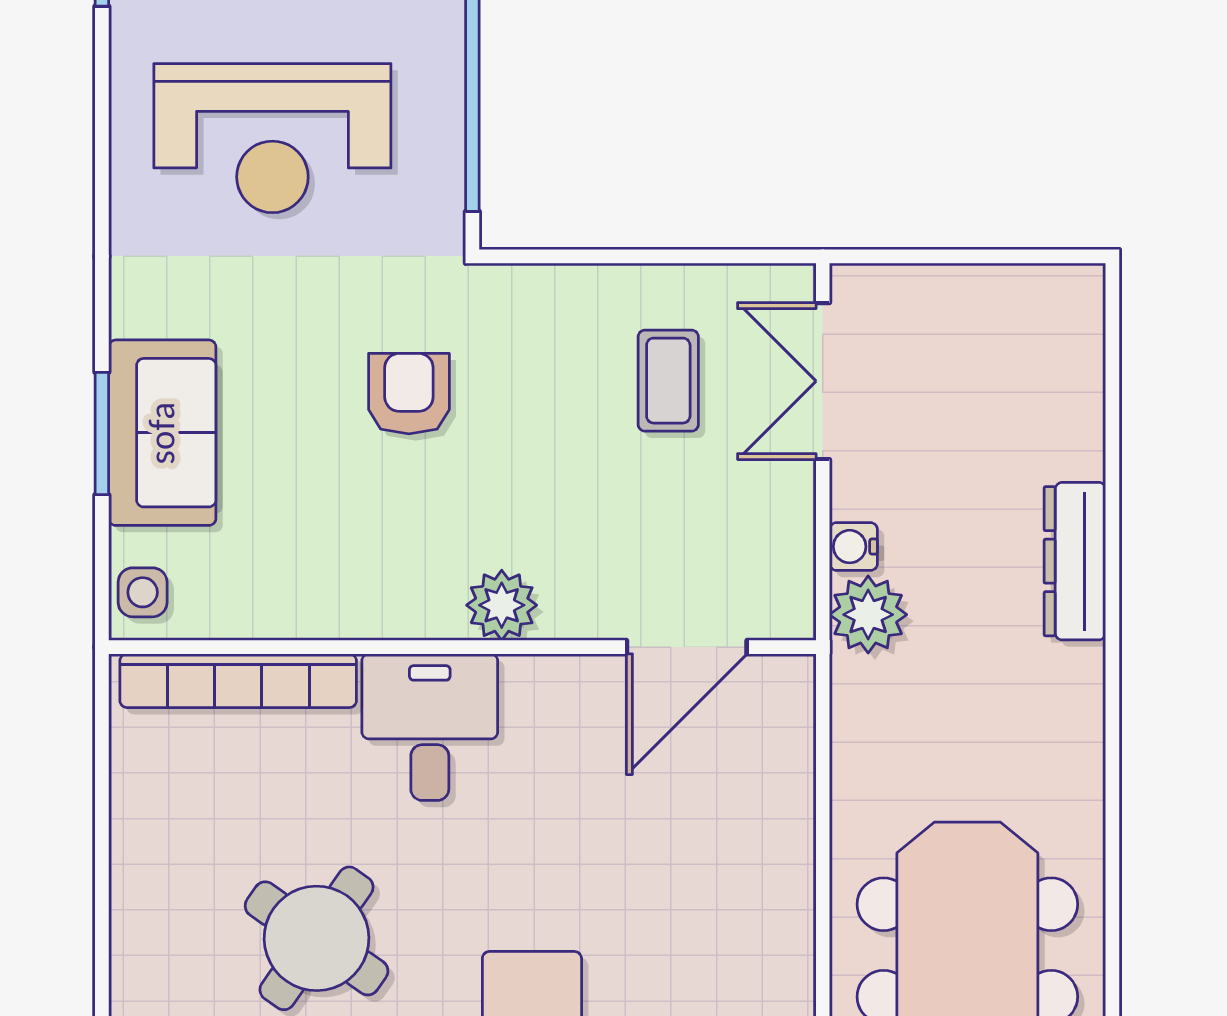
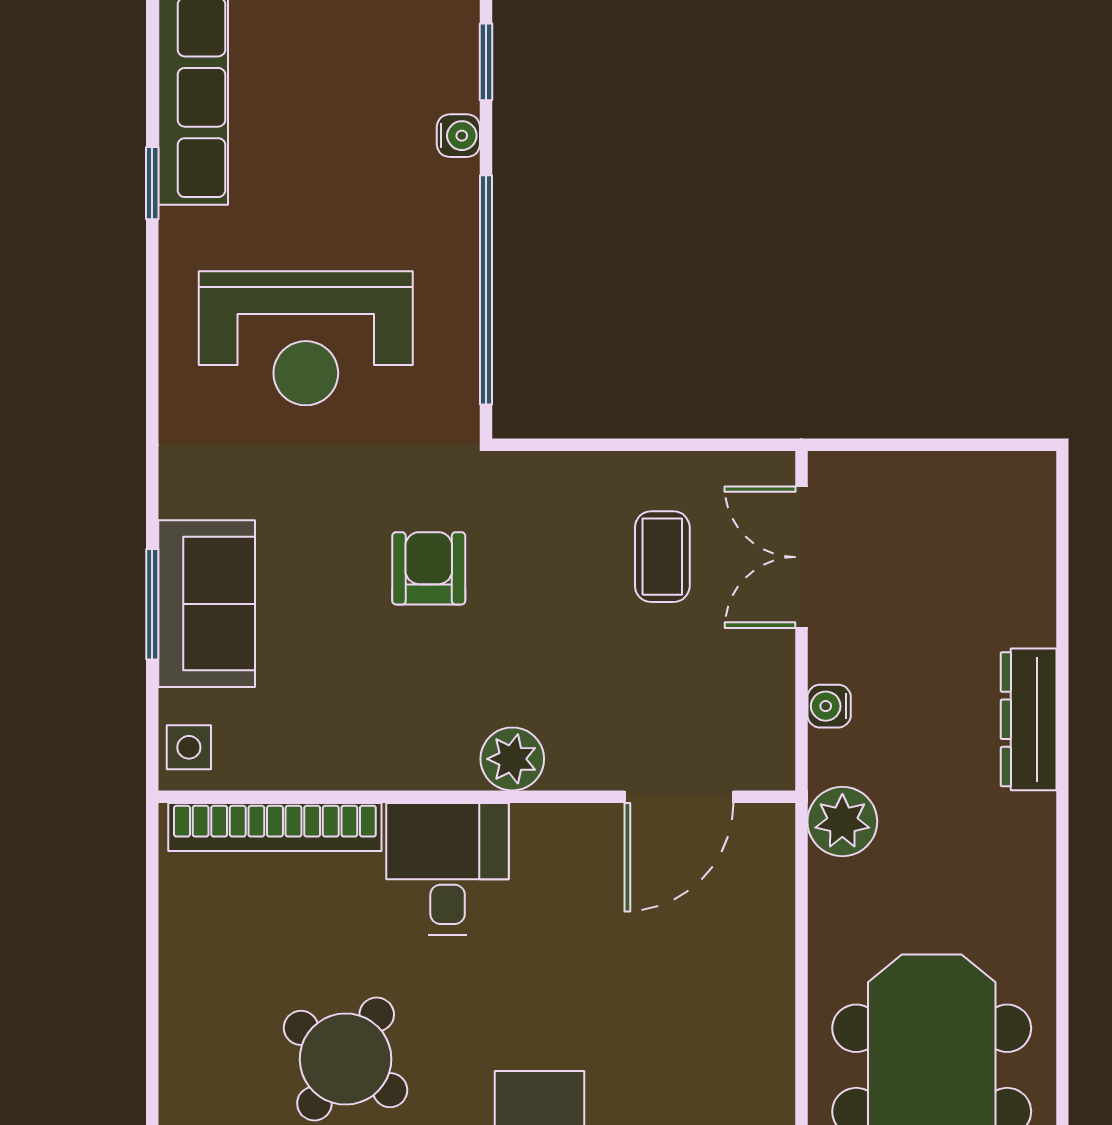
plant: (868, 615) -> (842, 822), moved

